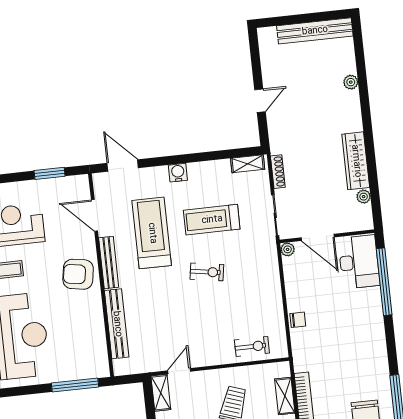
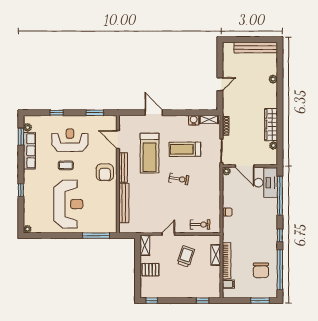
door: (123, 166) -> (154, 113), moved
water cooler: (178, 173) -> (194, 120), moved
treadmill: (152, 233) -> (150, 153), turned 180
armchair: (78, 274) -> (105, 172), turned -99
window: (392, 350) -> (280, 235), added
door: (179, 371) -> (168, 234), moved

